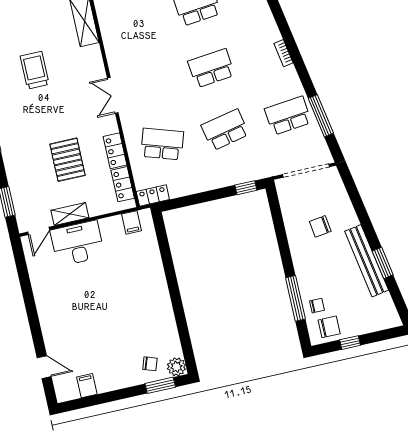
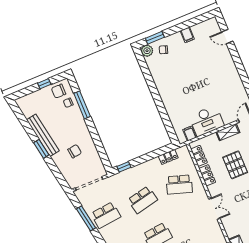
locker: (153, 196) -> (168, 157), moved
desk: (77, 243) -> (207, 121), moved
window: (383, 263) -> (41, 149), moved
filing cabinet: (87, 386) -> (187, 35), moved

